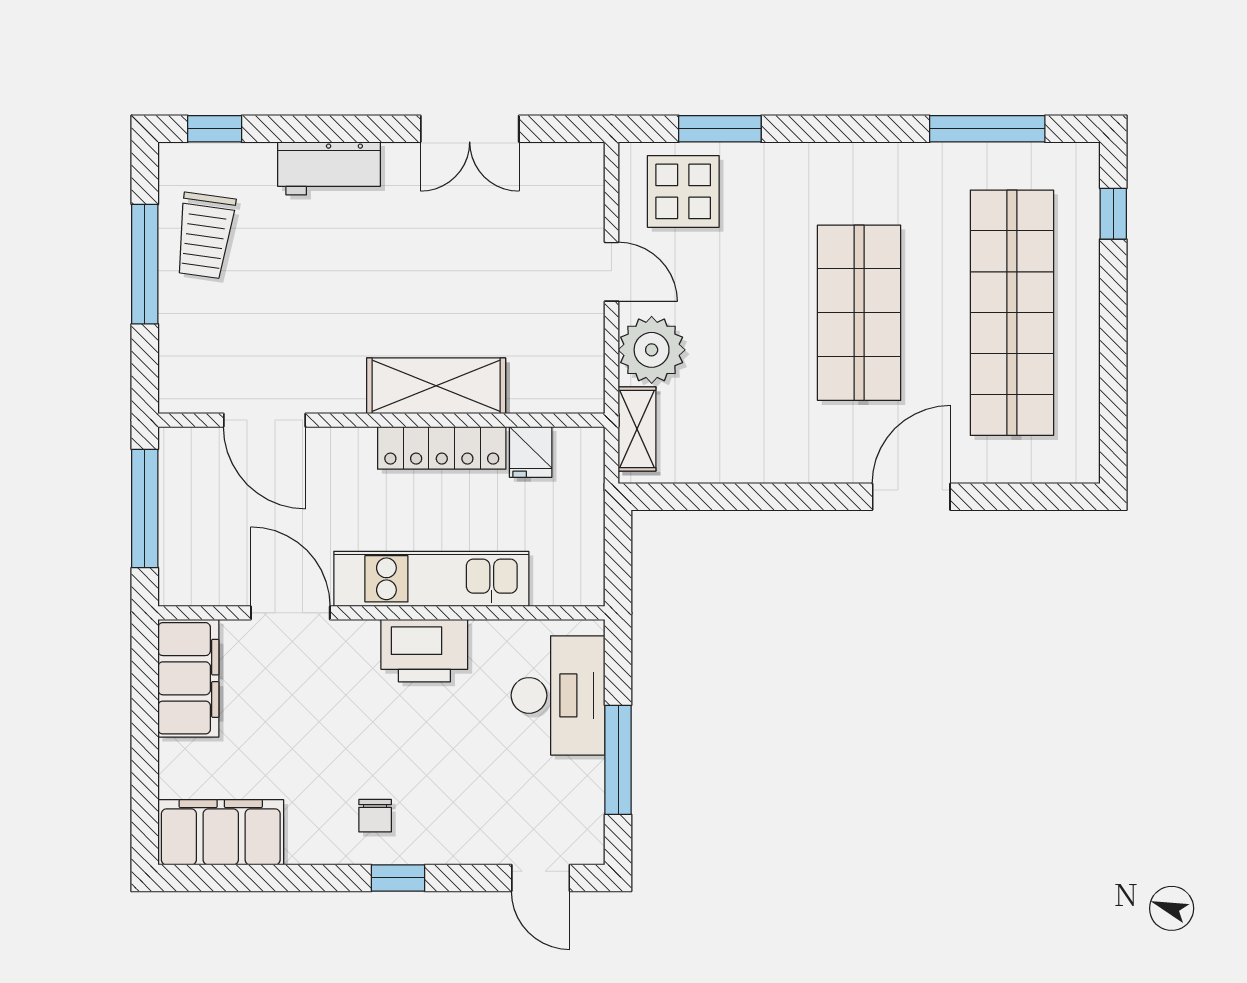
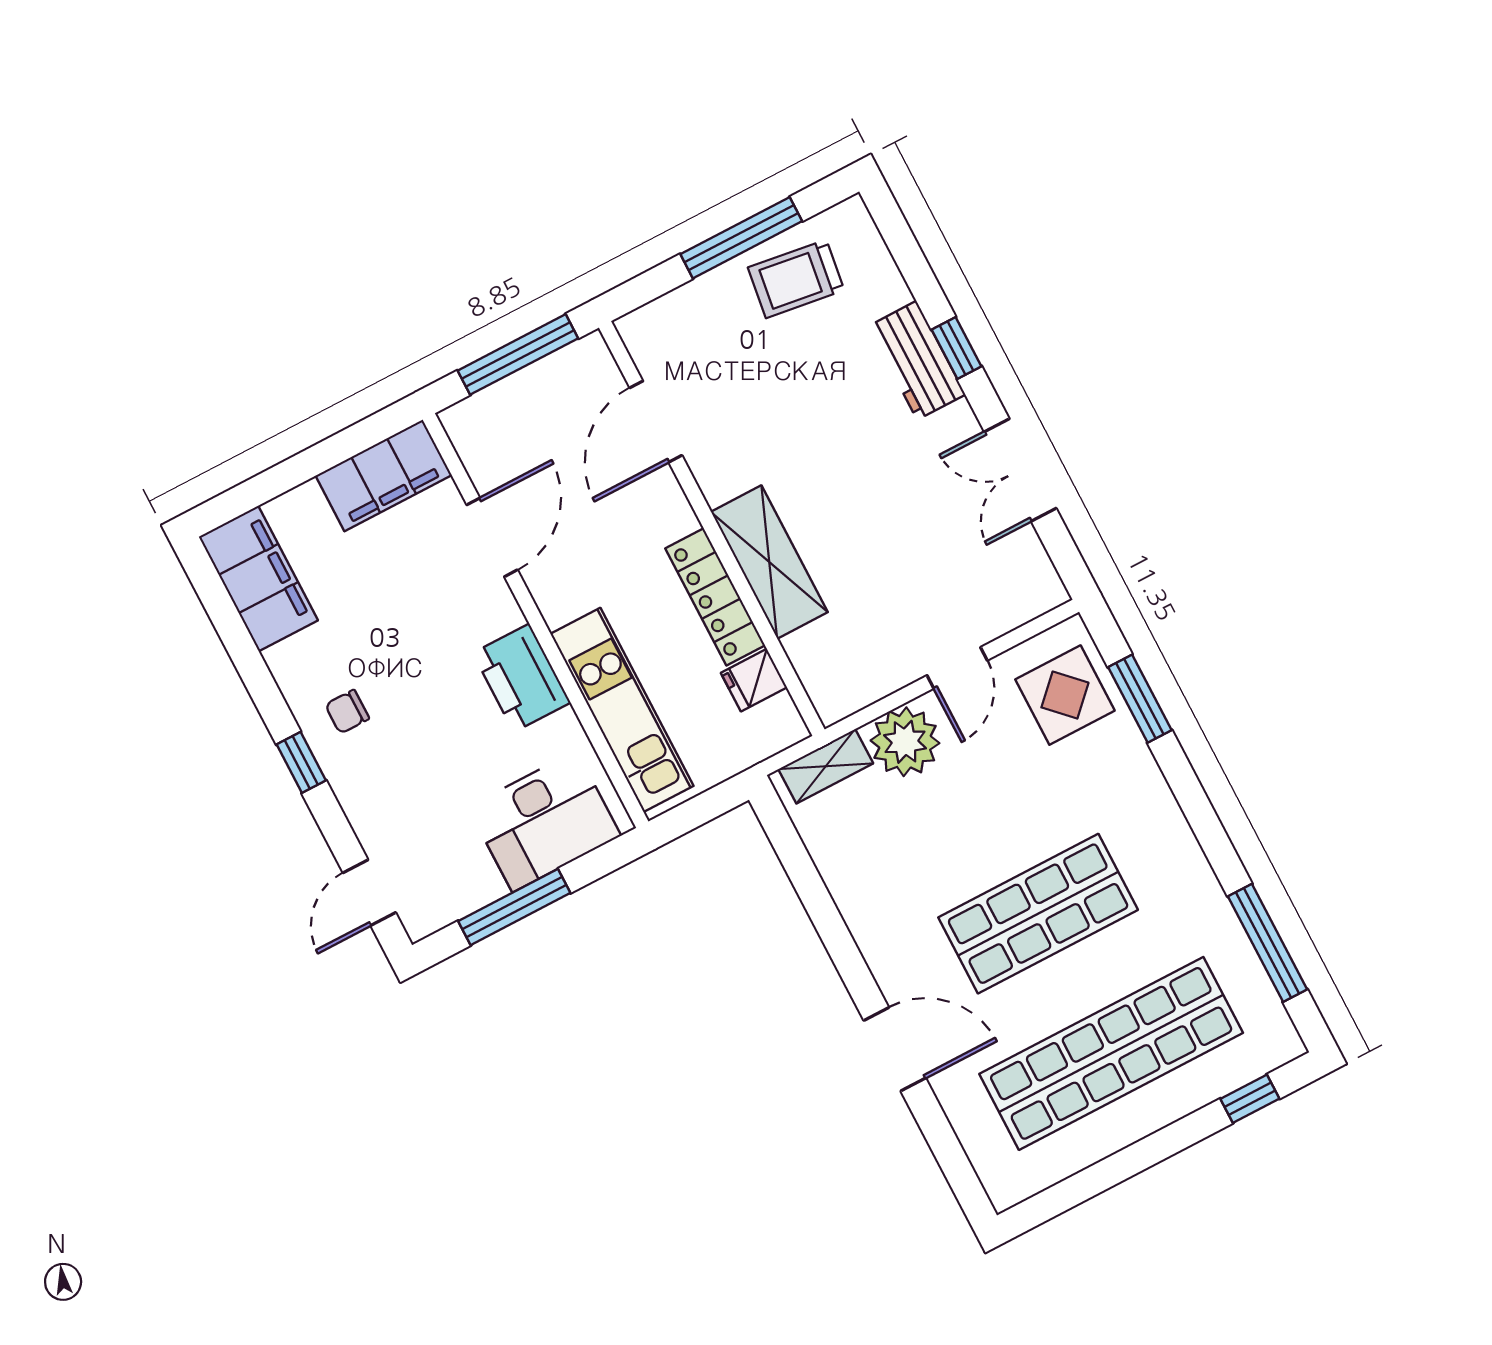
window: (215, 129) -> (956, 348), moved
kitchen unit: (431, 579) -> (622, 710), moved

